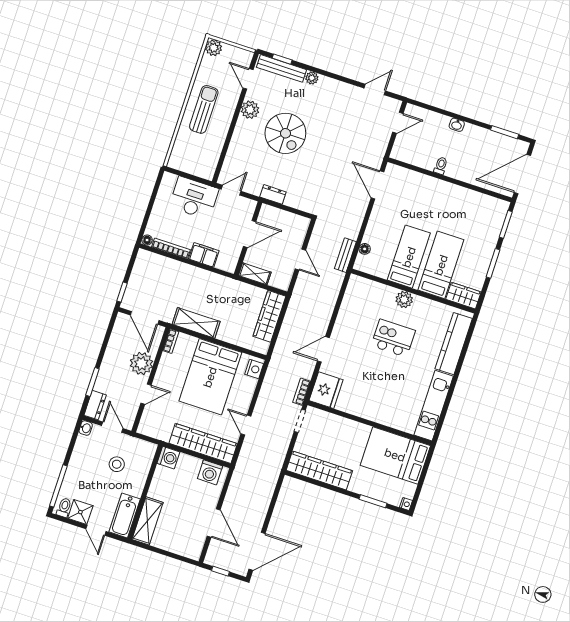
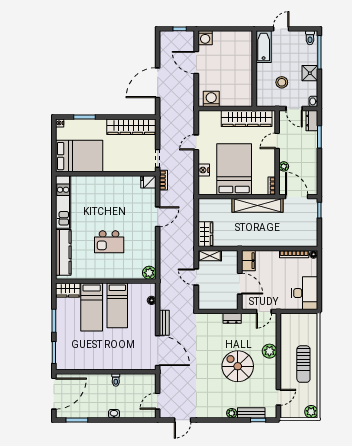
bench: (282, 68) -> (251, 413), width x0.73
door: (248, 79) -> (278, 397), hinge flipped
plant: (250, 110) -> (269, 351), moved
door: (377, 185) -> (158, 351), width x1.36
desk: (194, 198) -> (305, 293), moved, turned -90
door: (250, 234) -> (240, 284), swing flipped
filing cabinet: (204, 255) -> (248, 261), moved, turned -90
bench: (345, 255) -> (164, 323), moved
shelving: (255, 274) -> (210, 256), moved
plant: (404, 300) -> (149, 273), moved
wardrobe: (269, 316) -> (205, 234), width x0.67
shelving: (196, 323) -> (258, 205), width x1.47
plant: (141, 364) -> (284, 166), width x0.53, depth x0.53
nightstand: (254, 369) -> (204, 170), moved
fridge: (326, 390) -> (148, 182), width x0.53, depth x0.75
door: (246, 425) -> (196, 142), swing flipped
wardrobe: (203, 443) -> (247, 118), moved
washing machine: (168, 458) -> (205, 38), moved, turned -90
shower: (80, 512) -> (310, 73), moved
shelving: (147, 521) -> (245, 48), removed
door: (96, 530) -> (281, 29), hinge flipped
door: (257, 551) -> (158, 83), moved

